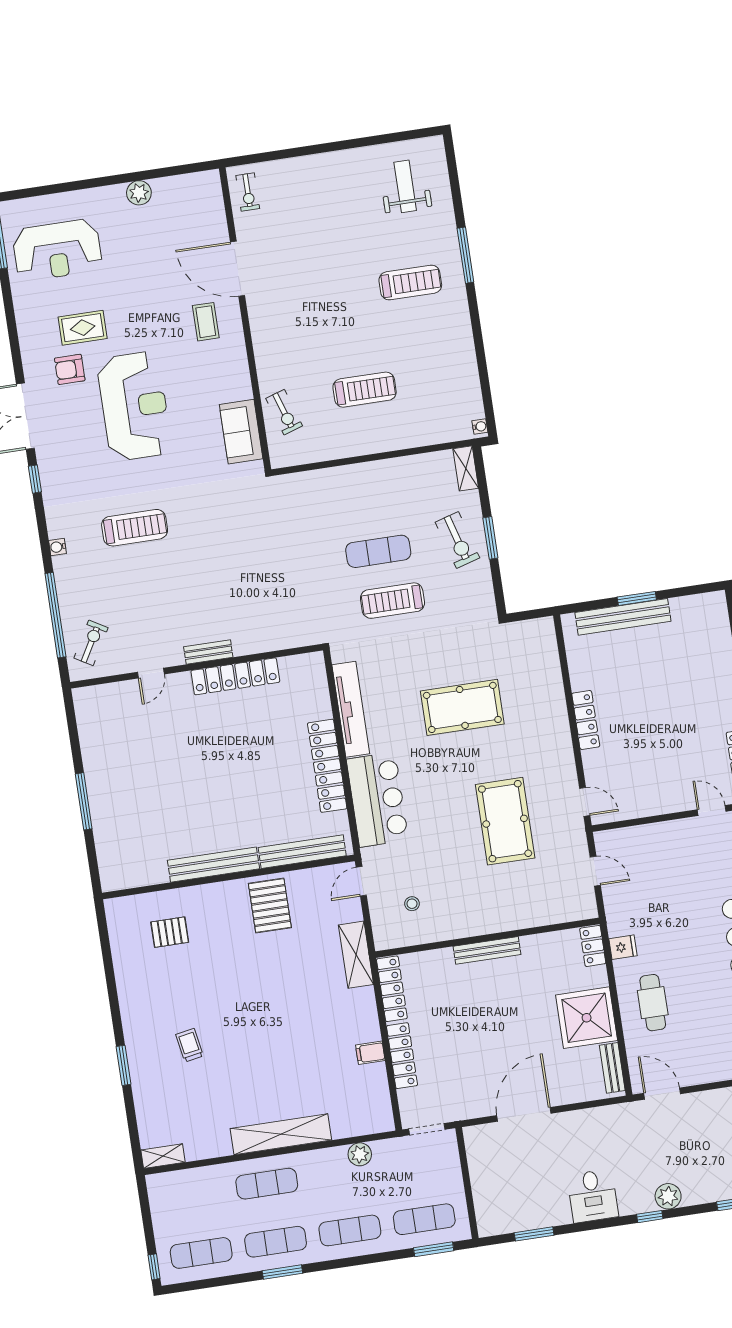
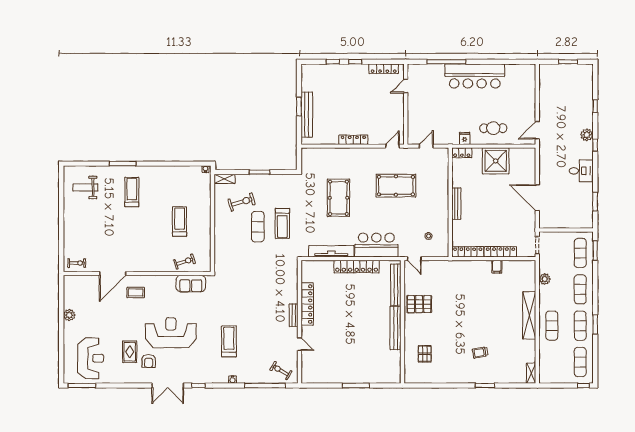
exercise bike: (457, 540) -> (242, 202), moved
shelving: (356, 955) -> (449, 266), removed
bench: (612, 1068) -> (521, 152), removed

